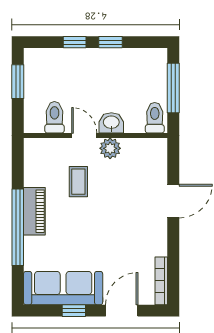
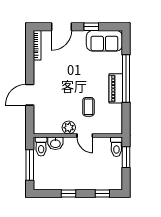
window: (75, 42) -> (102, 193), moved
window: (18, 82) -> (126, 157), moved
toilet: (54, 117) -> (116, 147), moved
washbasin: (111, 123) -> (55, 143), moved
sofa: (63, 288) -> (104, 41), width x0.73

